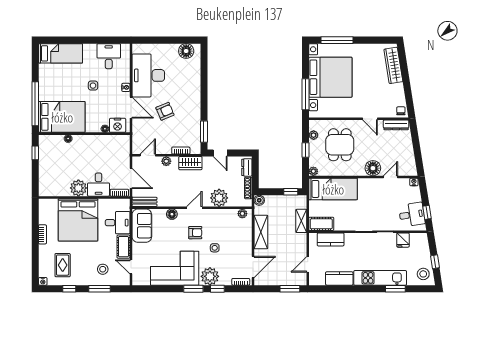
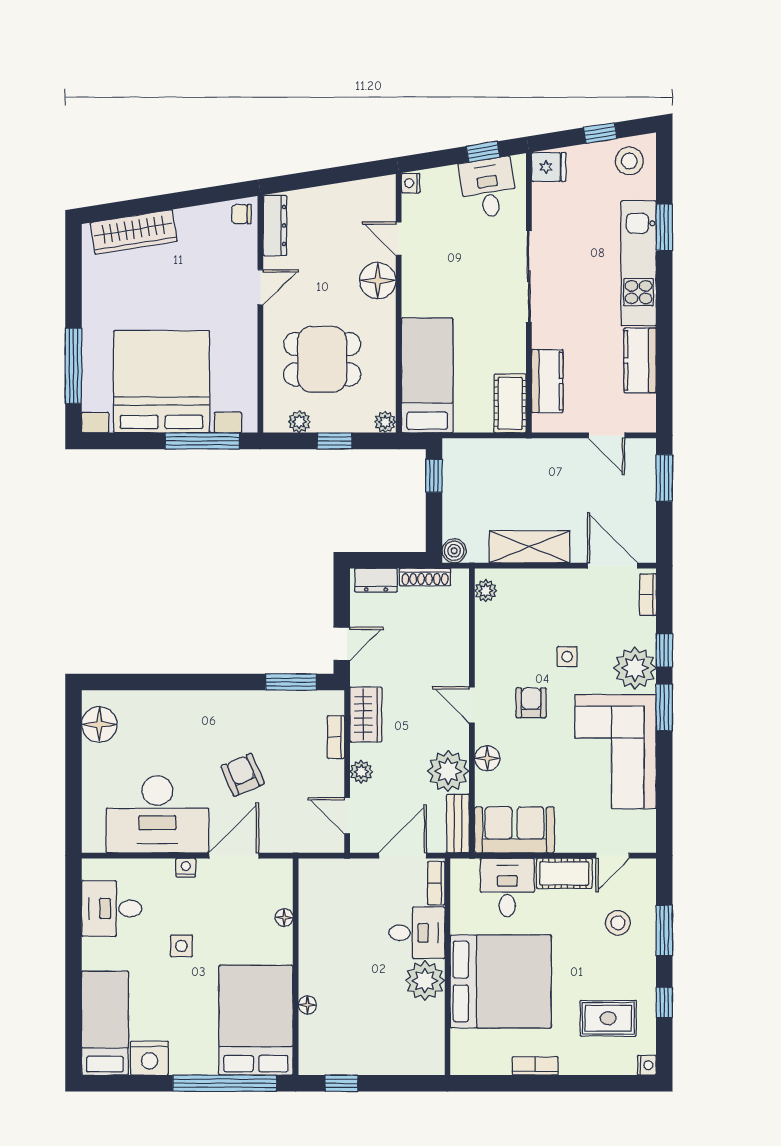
nightstand: (118, 125) -> (149, 1058), moved, turned 90
plant: (219, 198) -> (448, 771), moved
shelving: (301, 221) -> (503, 451), removed
fridge: (403, 240) -> (549, 167), moved

